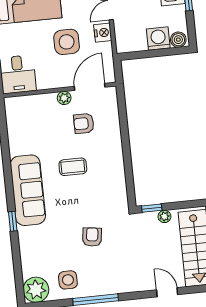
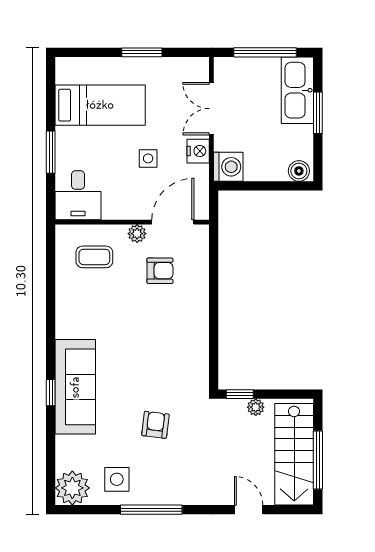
washing machine: (158, 39) -> (228, 167), moved, turned 90
side table: (67, 42) -> (148, 158), width x0.54, depth x0.54
armchair: (84, 123) -> (160, 271), turned 180
coffee table: (73, 167) -> (94, 257), moved
sofa: (28, 190) -> (75, 387), moved

